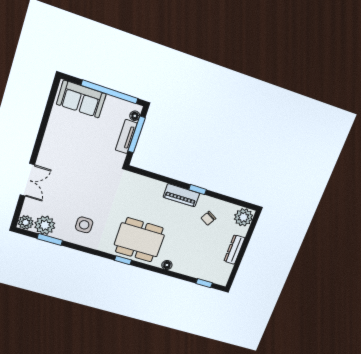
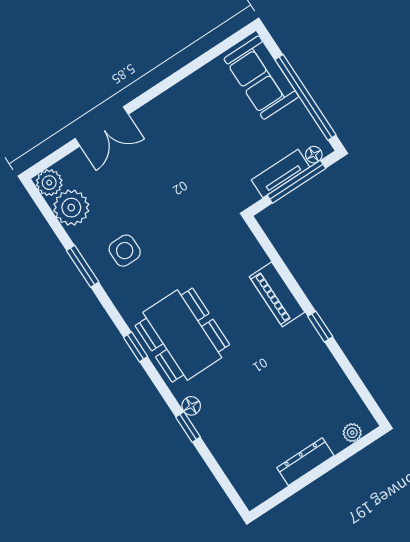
piano: (181, 195) -> (277, 294), moved
plant: (243, 217) -> (352, 433), width x0.53, depth x0.53
chair: (208, 218) -> (304, 382), removed
window: (50, 239) -> (83, 266), moved
window: (204, 283) -> (188, 427), moved

